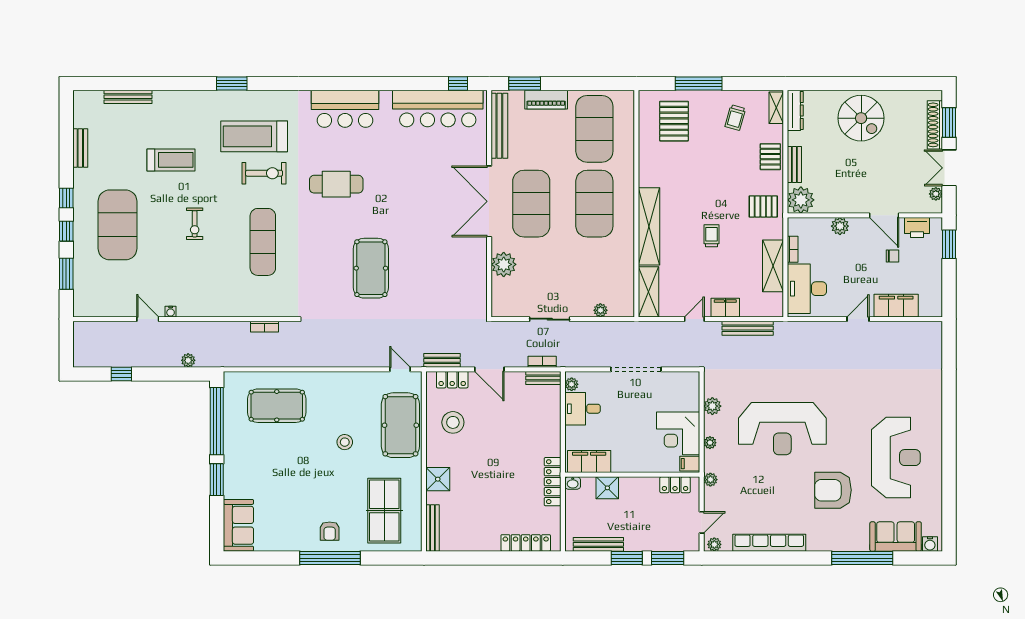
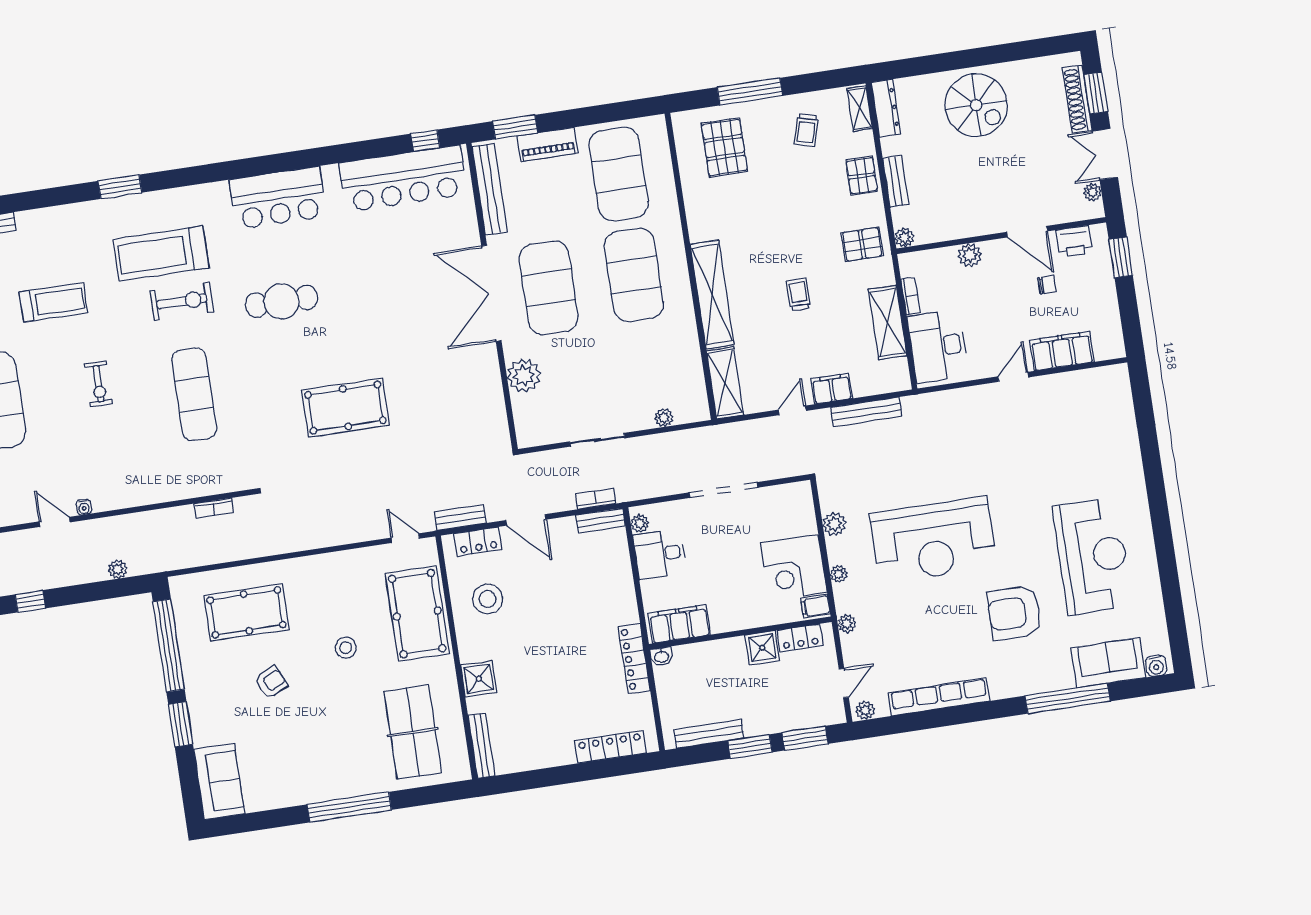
plant: (801, 200) -> (904, 238), width x0.53, depth x0.53
pool table: (371, 268) -> (345, 408), turned 90
shower: (607, 488) -> (762, 648), moved
armchair: (330, 531) -> (271, 682), moved, turned -115

